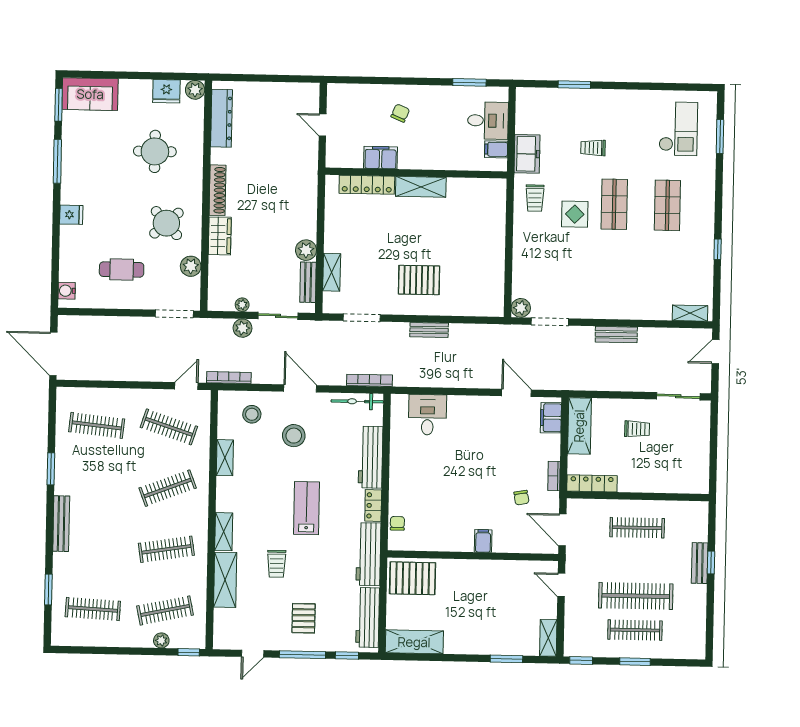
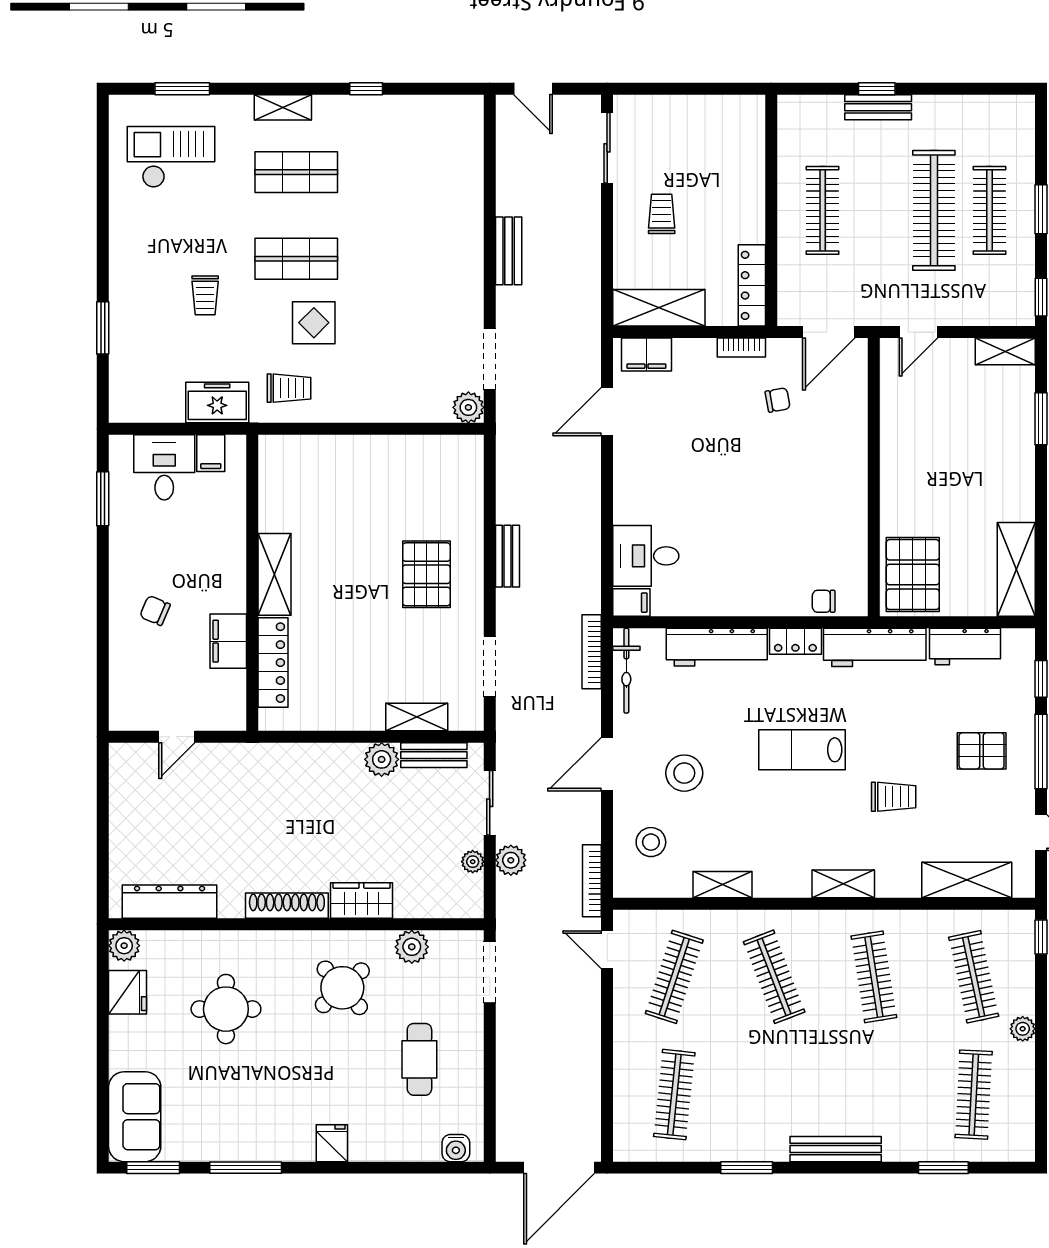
shelving: (690, 313) -> (283, 107), moved, turned 90
filing cabinet: (483, 541) -> (631, 603), moved, turned 180
shelving: (225, 580) -> (967, 880), moved
workbench: (368, 618) -> (965, 646), width x0.73
plant: (161, 640) -> (1023, 1029), moved

